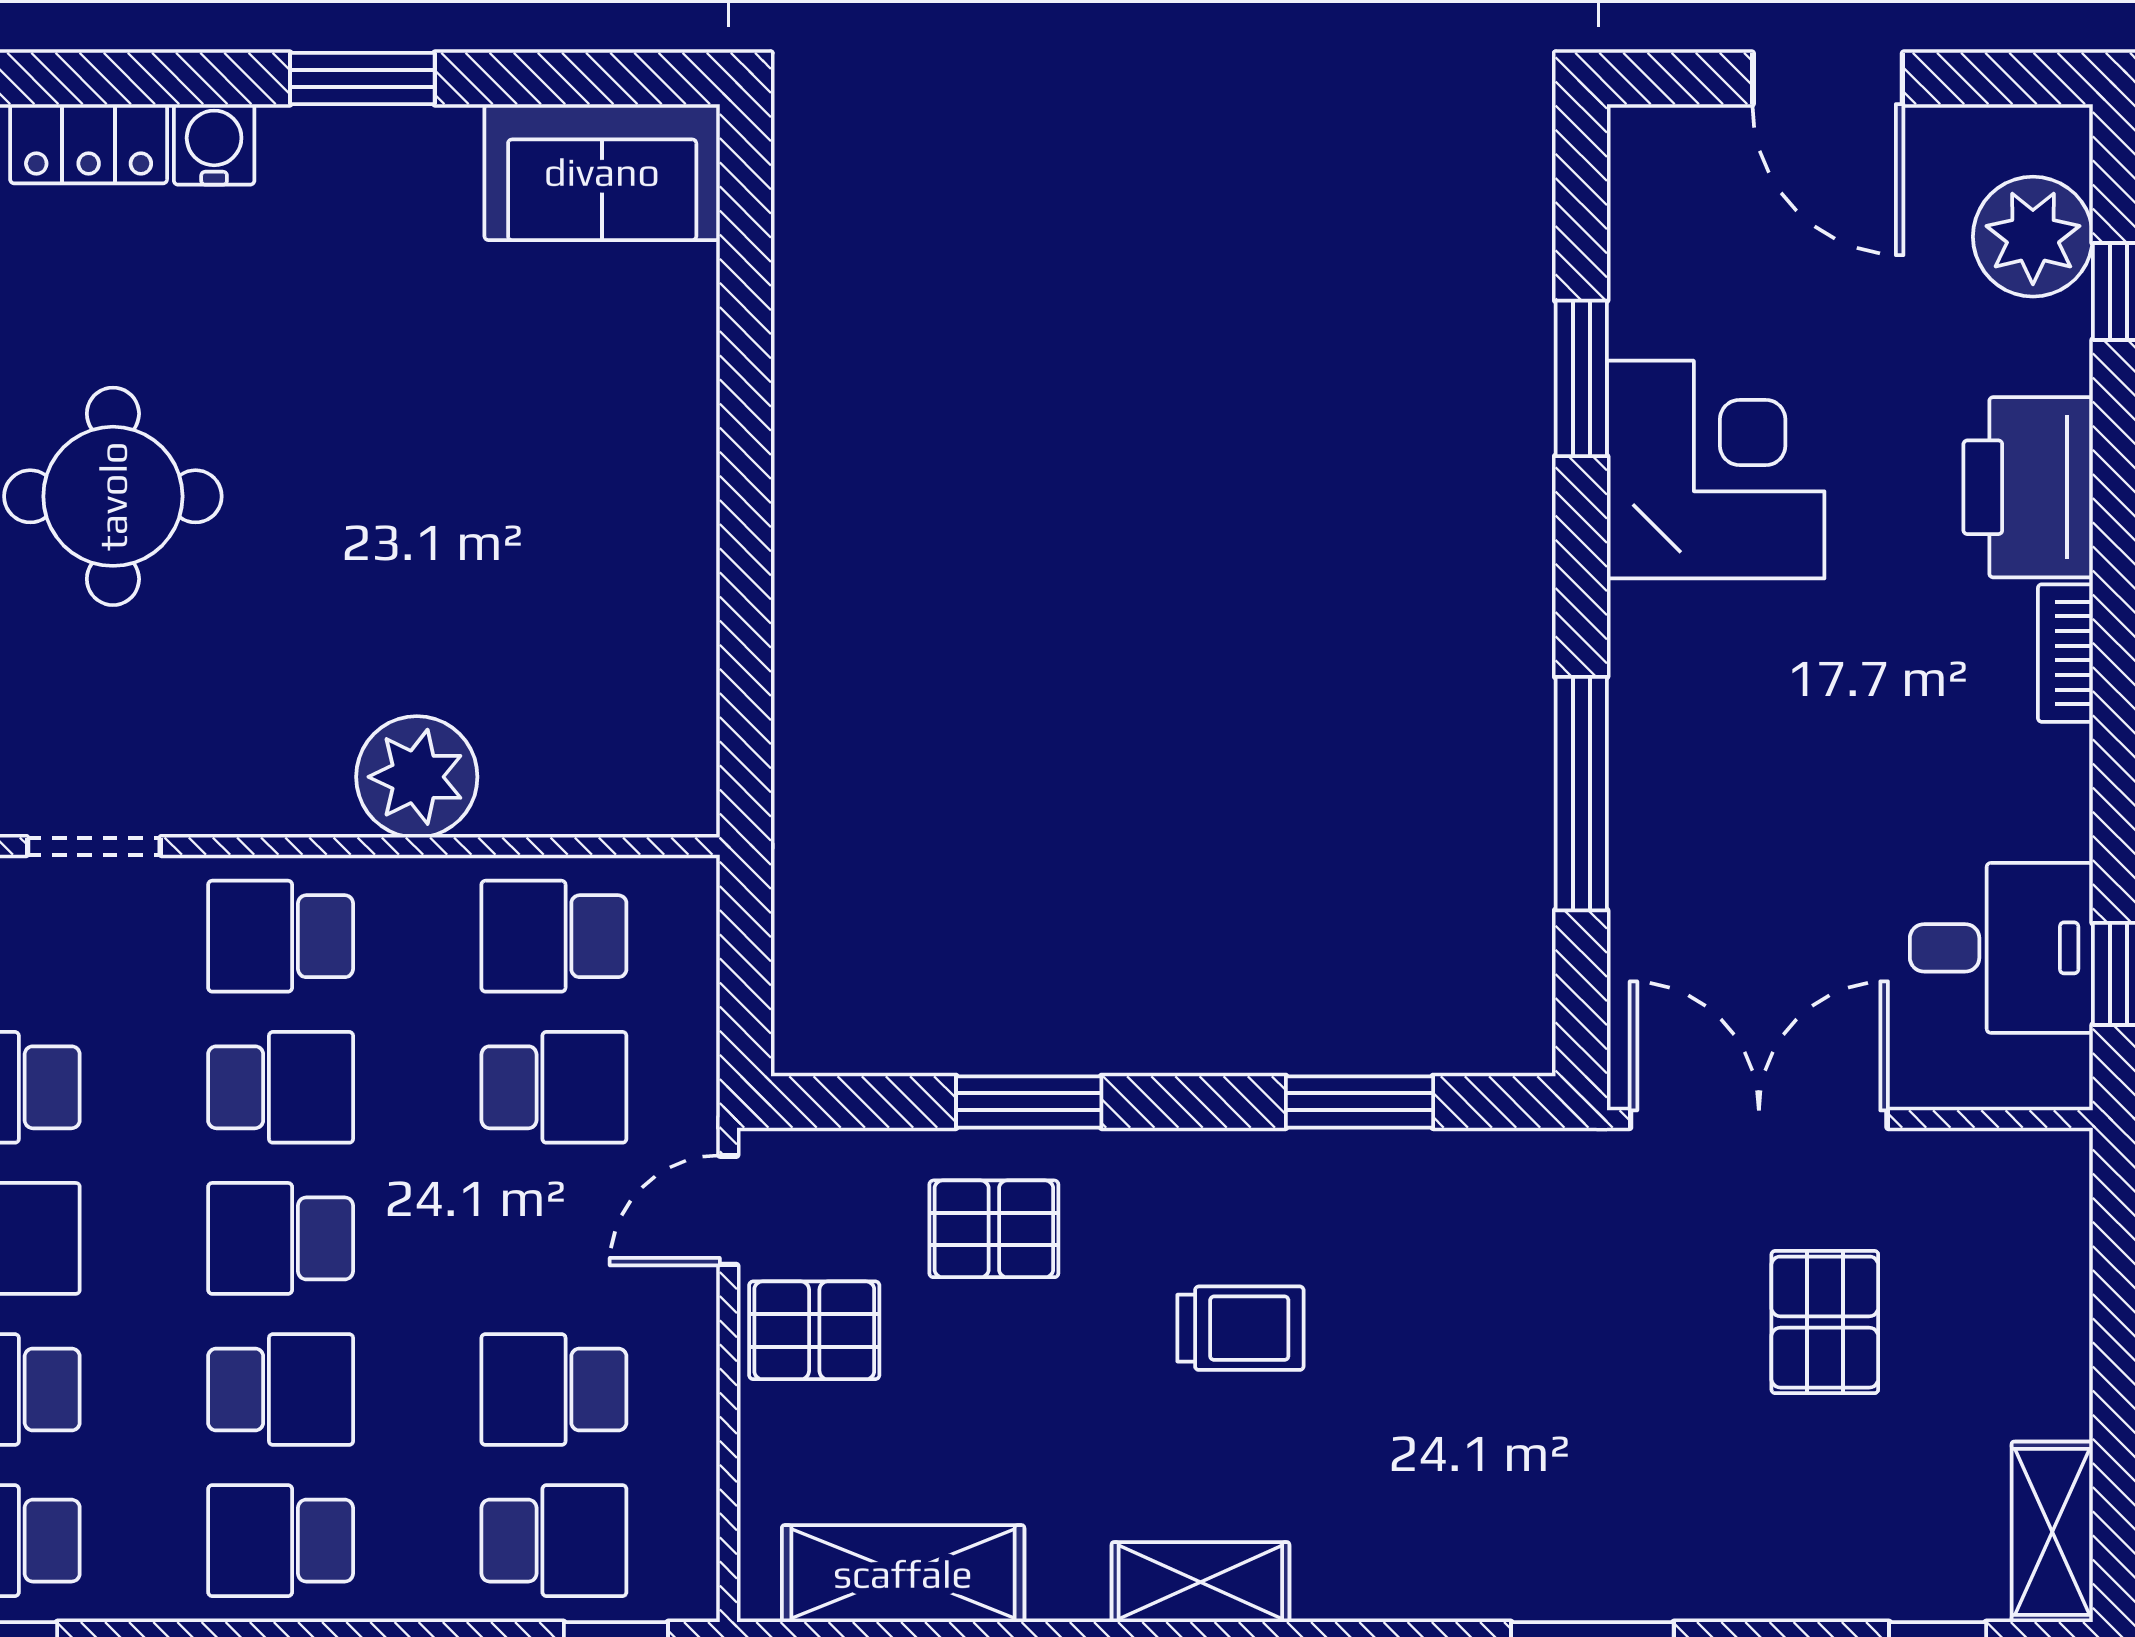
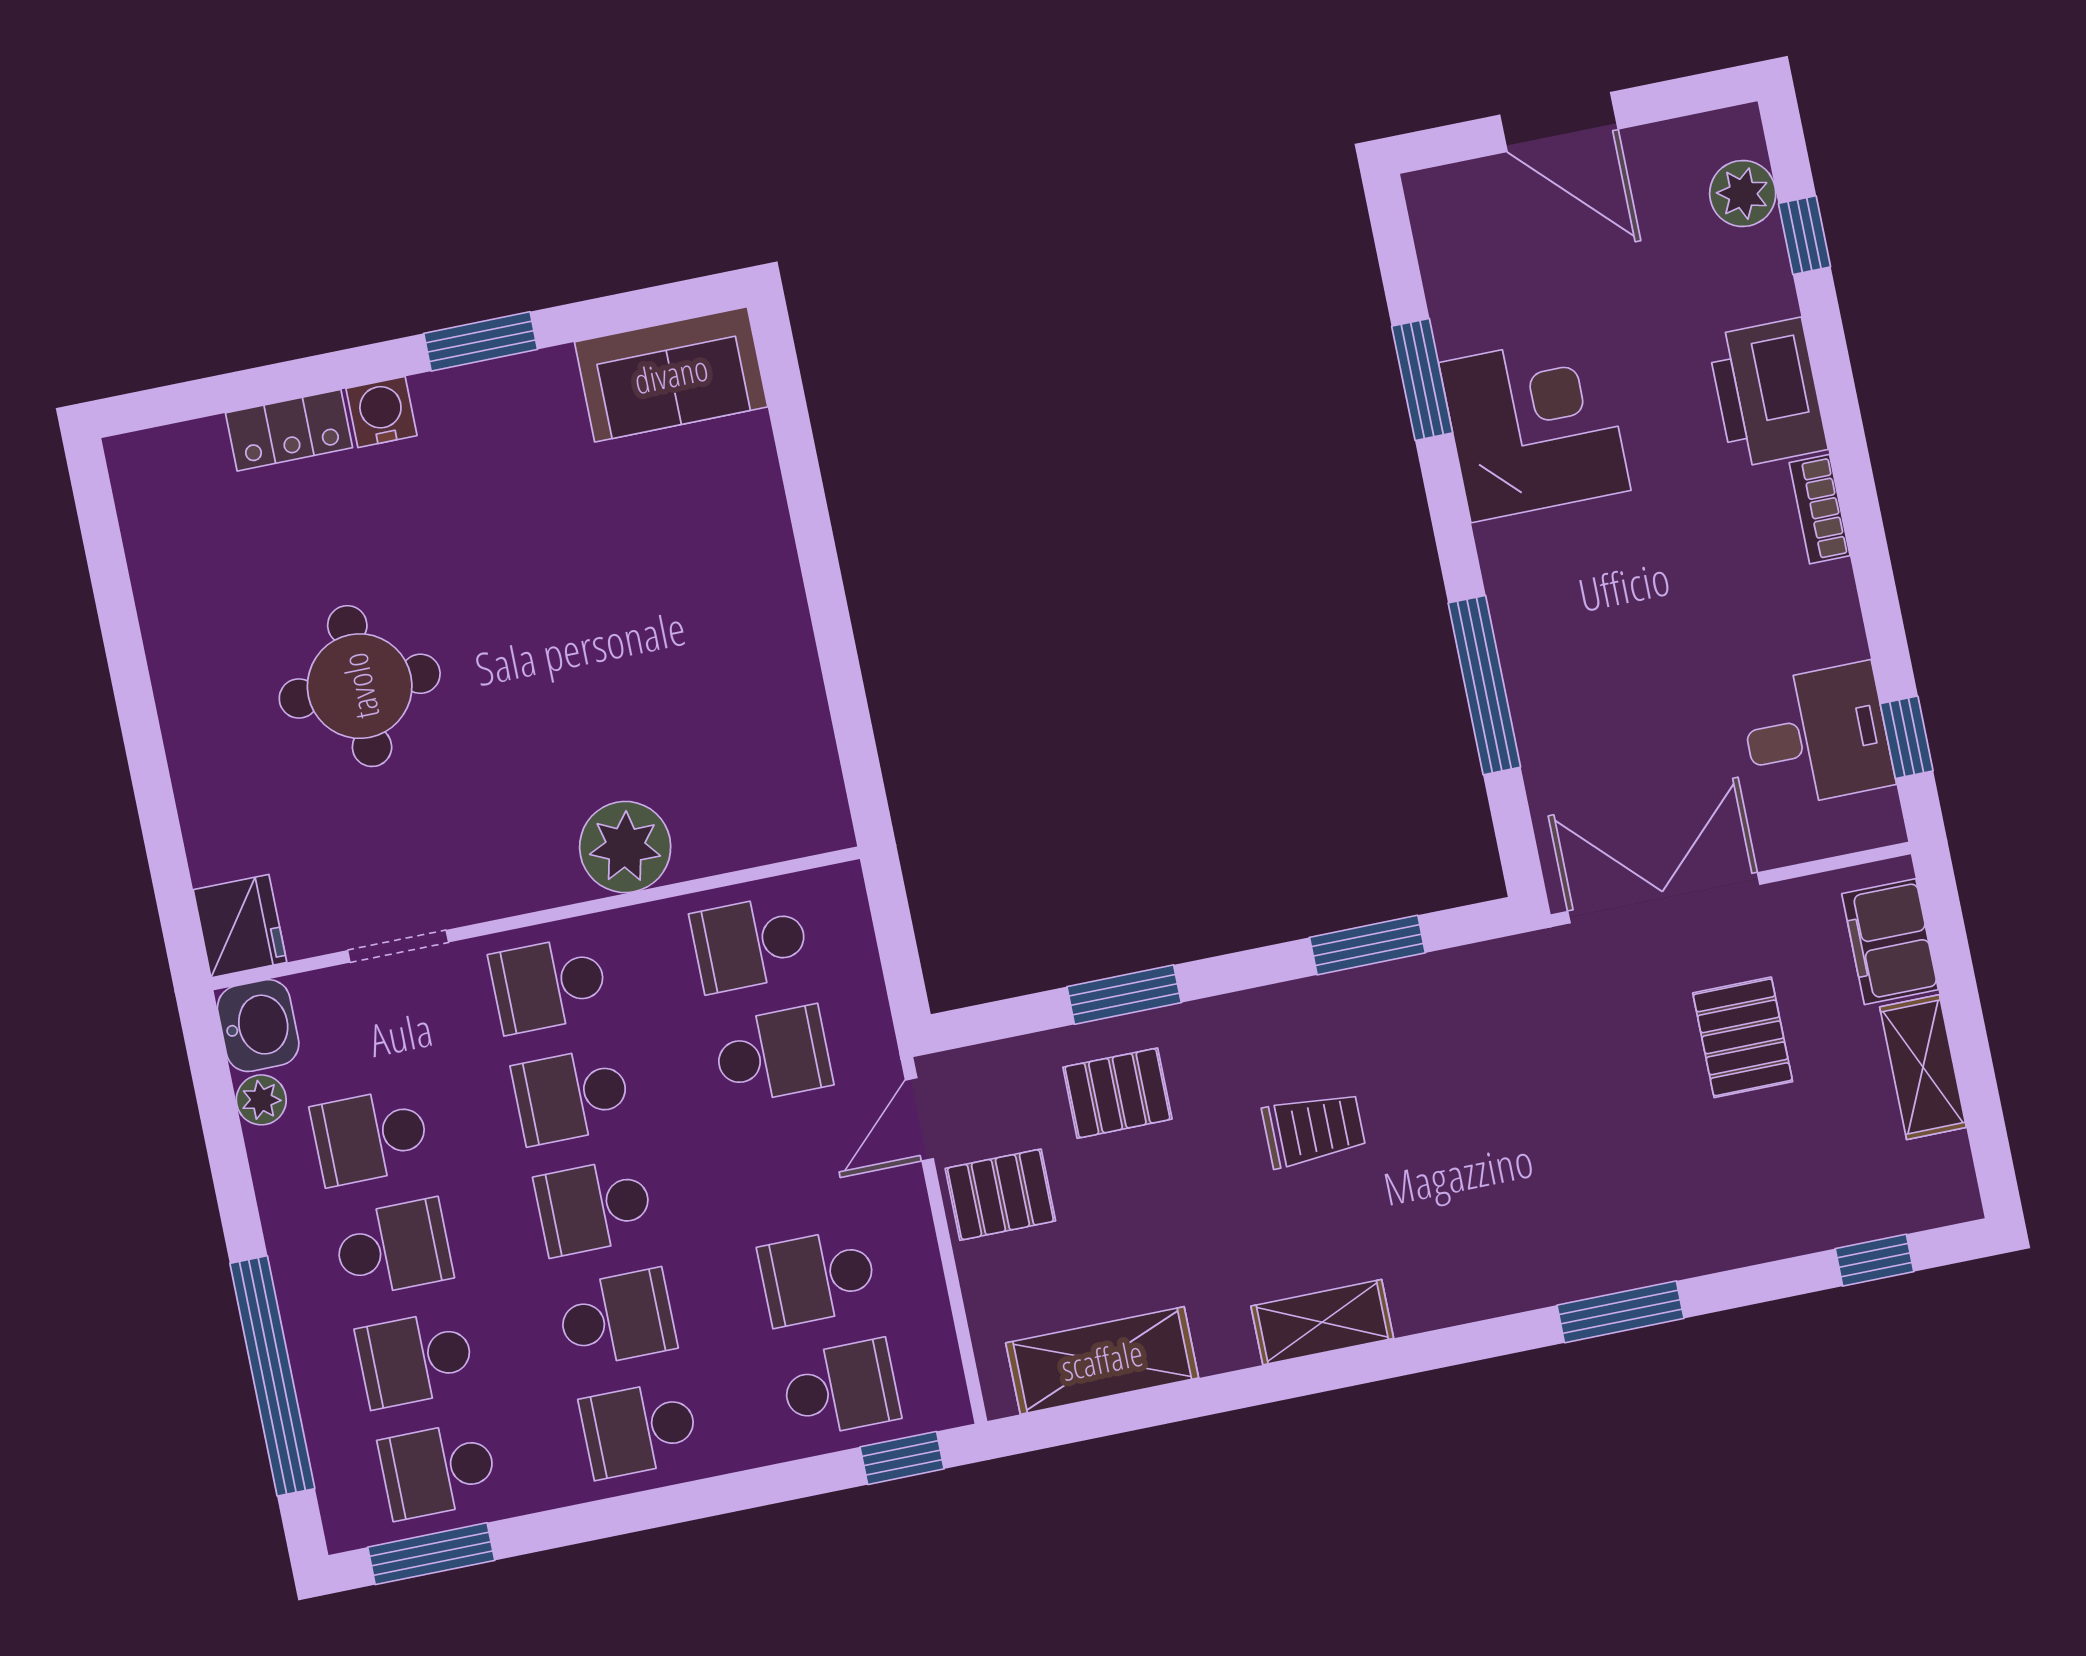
plant: (2033, 237) -> (1743, 193), width x0.73, depth x0.73
school desk: (281, 1087) -> (571, 1096), turned 180
filing cabinet: (2043, 1236) -> (1890, 942), added
shelving: (2052, 1532) -> (1923, 1067), moved

